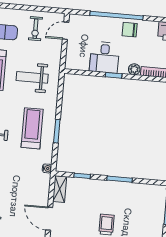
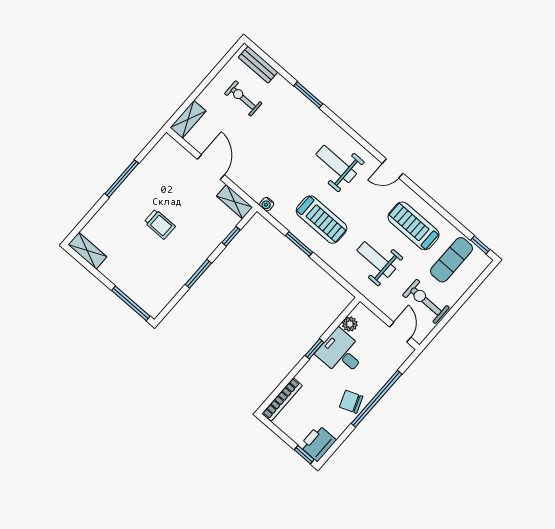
exercise bike: (35, 29) -> (426, 301), width x1.38, depth x1.39
chair: (130, 30) -> (351, 402), turned -111
plant: (134, 69) -> (350, 324), moved
weight bench: (32, 77) -> (376, 260), turned -90
door: (49, 219) -> (211, 167), hinge flipped

